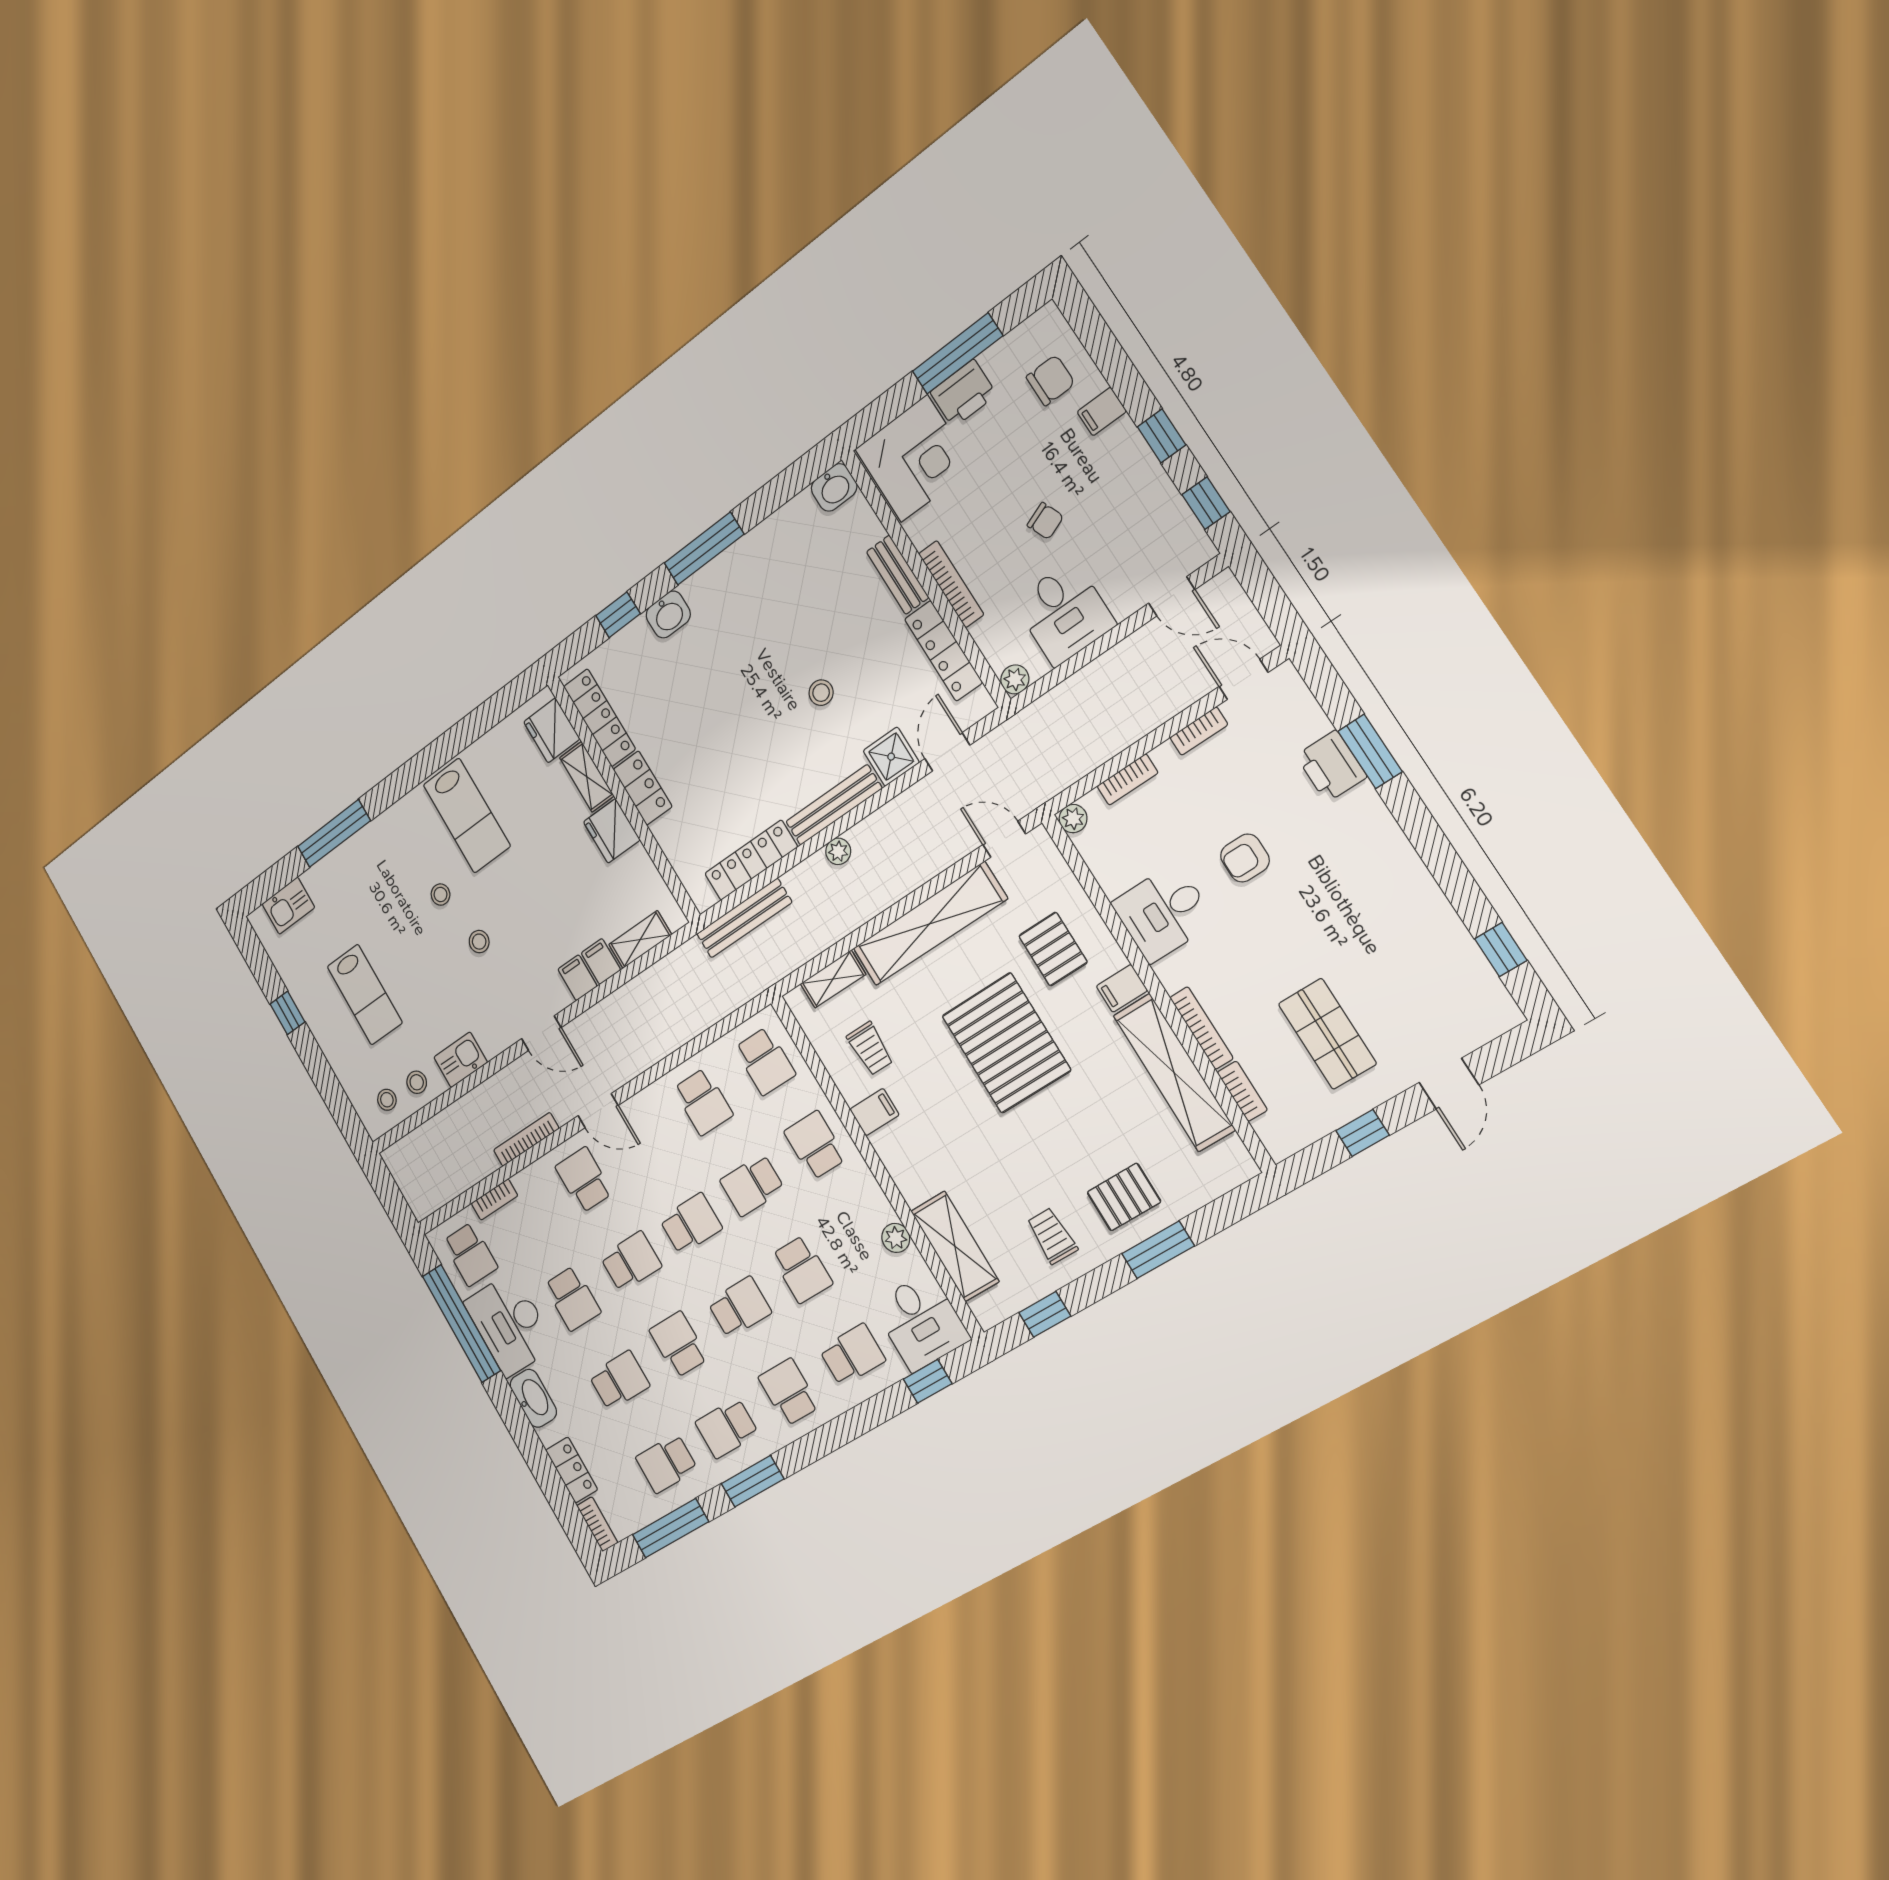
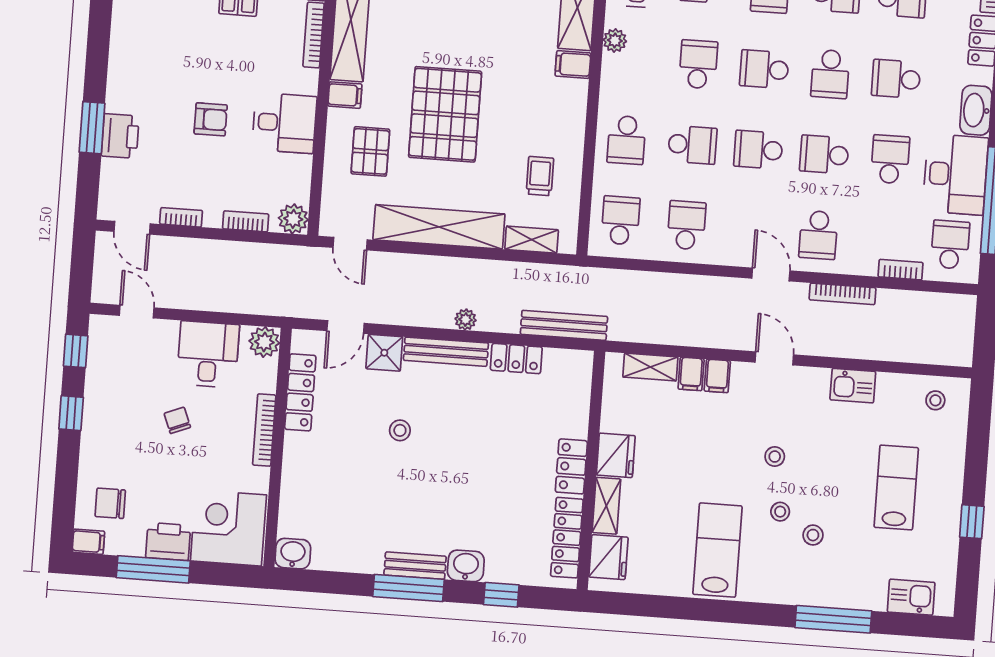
filing cabinet: (1102, 412) -> (88, 542), moved
bench: (898, 575) -> (415, 566), moved, turned 90
plant: (1015, 679) -> (264, 342), width x1.38, depth x1.38
plant: (1073, 819) -> (293, 219), width x1.38, depth x1.38
locker: (751, 860) -> (516, 359), width x0.66
stool: (417, 1082) -> (813, 535), moved
filing cabinet: (874, 1112) -> (573, 64), moved

